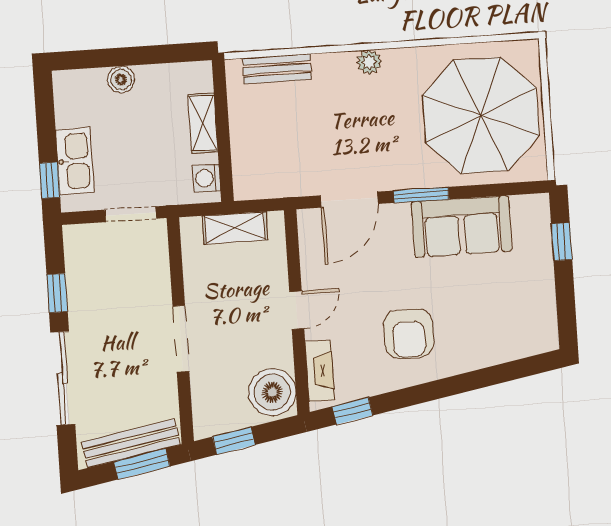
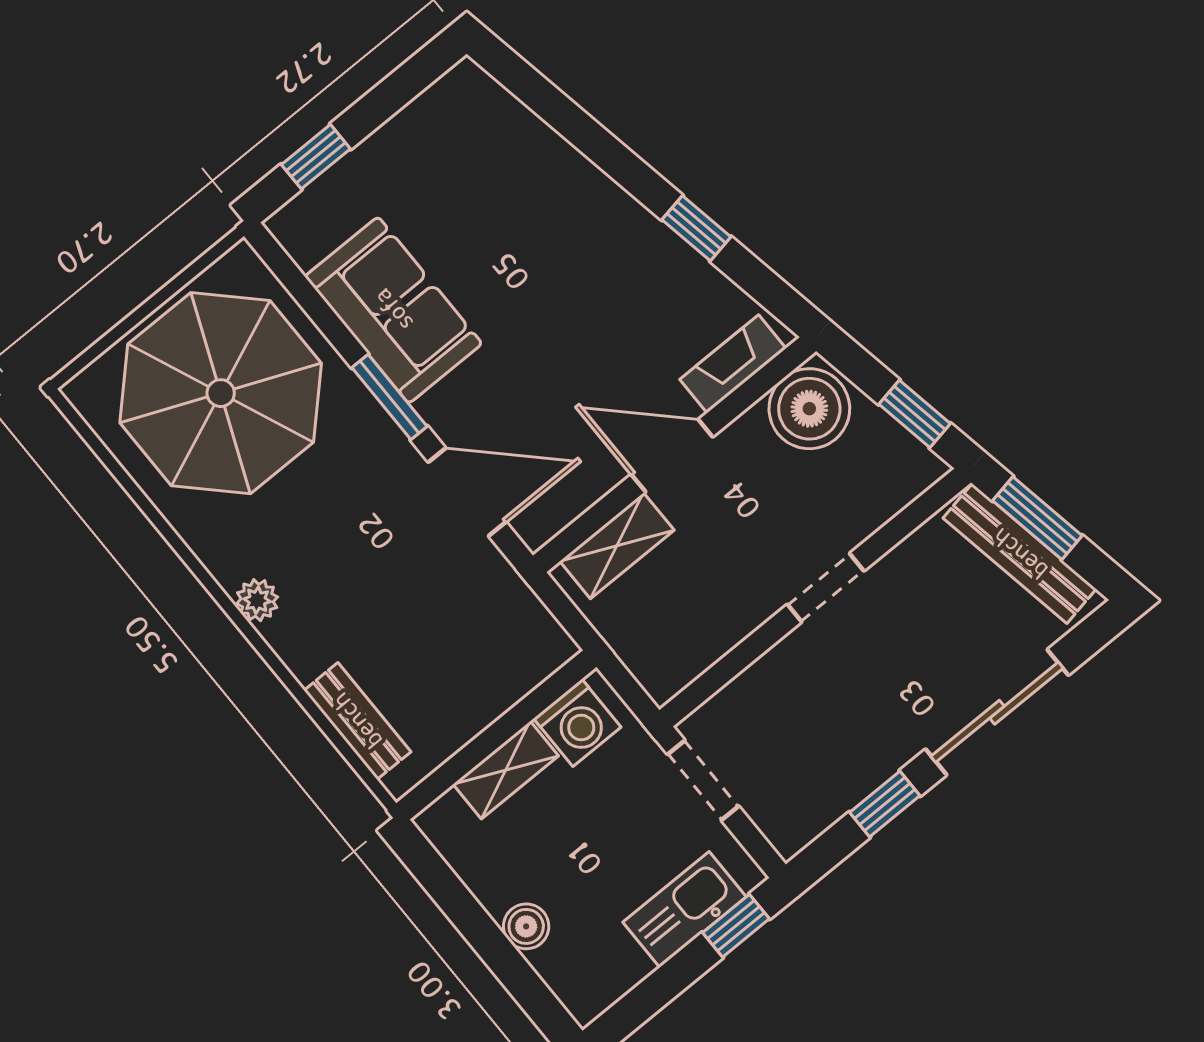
washing machine: (206, 178) -> (577, 723), width x1.38, depth x1.38
shelving: (235, 228) -> (617, 546), moved, turned 90
door: (297, 310) -> (672, 456), width x1.38
armchair: (409, 334) -> (594, 278), removed
doorway: (181, 339) -> (826, 588), width x0.73
window: (352, 411) -> (696, 228), moved

